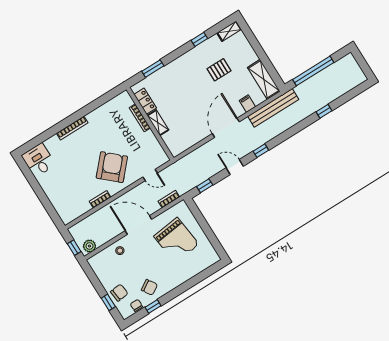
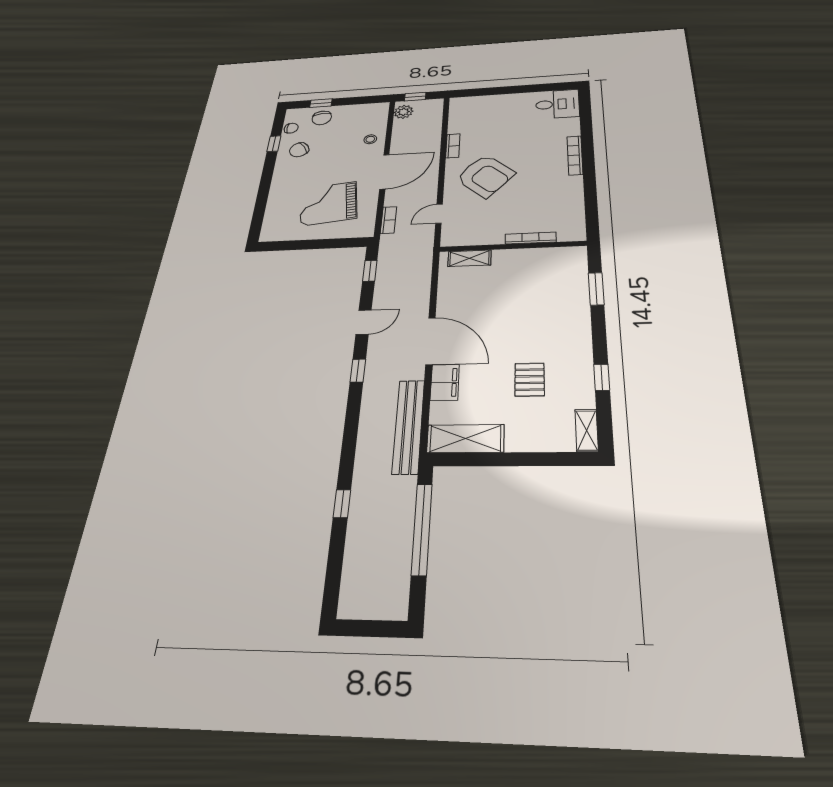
locker: (145, 101) -> (551, 256), removed
filing cabinet: (247, 104) -> (445, 382), width x2.00
shelving: (158, 123) -> (469, 258), moved

